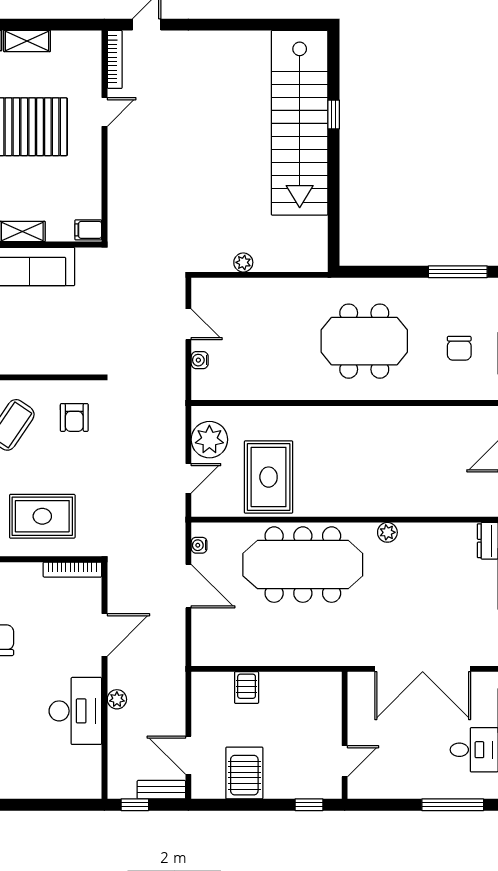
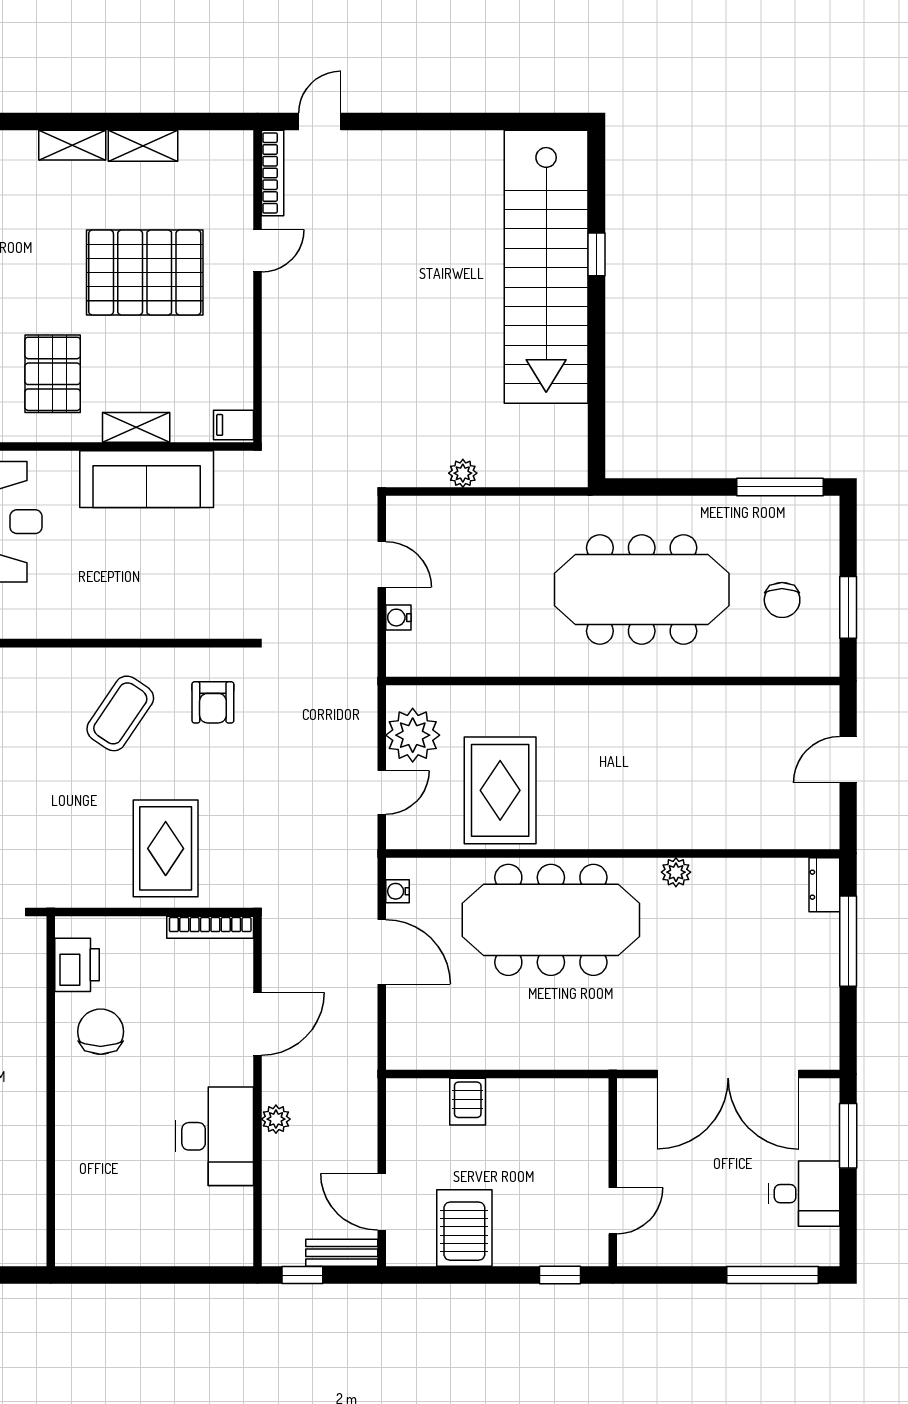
meeting table: (364, 341) -> (642, 589), width x1.36
rug: (42, 516) -> (166, 848), turned 90

